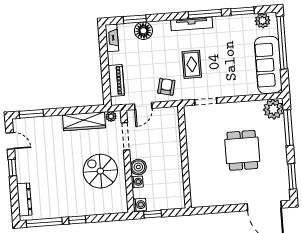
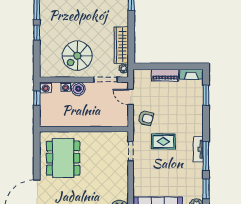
tv unit: (192, 24) -> (198, 149), width x0.71
floor lamp: (143, 31) -> (195, 102), removed
piano: (116, 81) -> (165, 75), moved
dining table: (242, 150) -> (63, 158), moved, width x1.38
spiral stairs: (100, 171) -> (77, 56), turned 180

